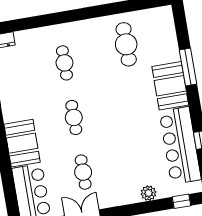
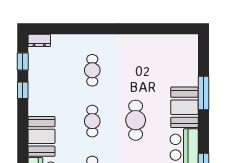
cafe table: (126, 44) -> (136, 120), moved

